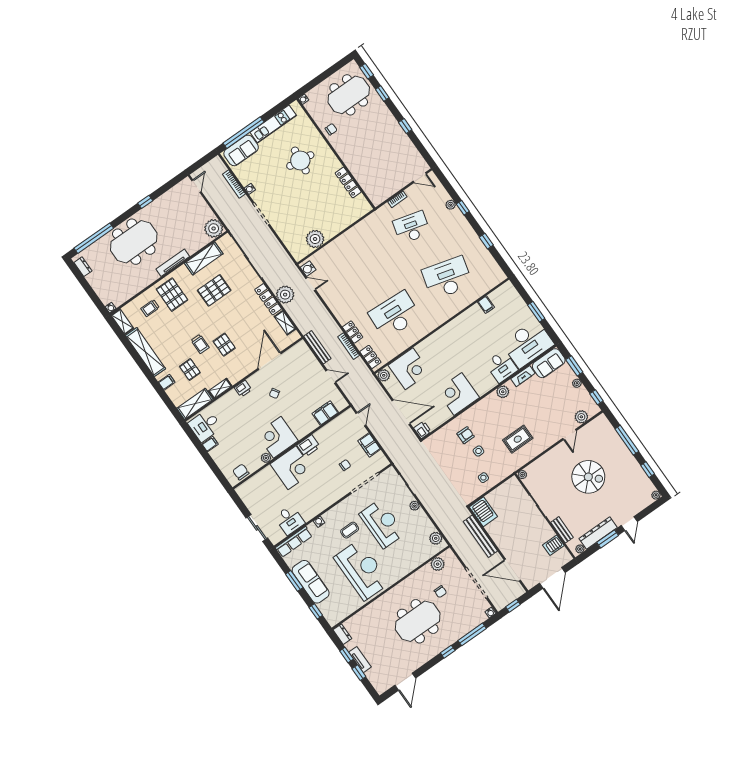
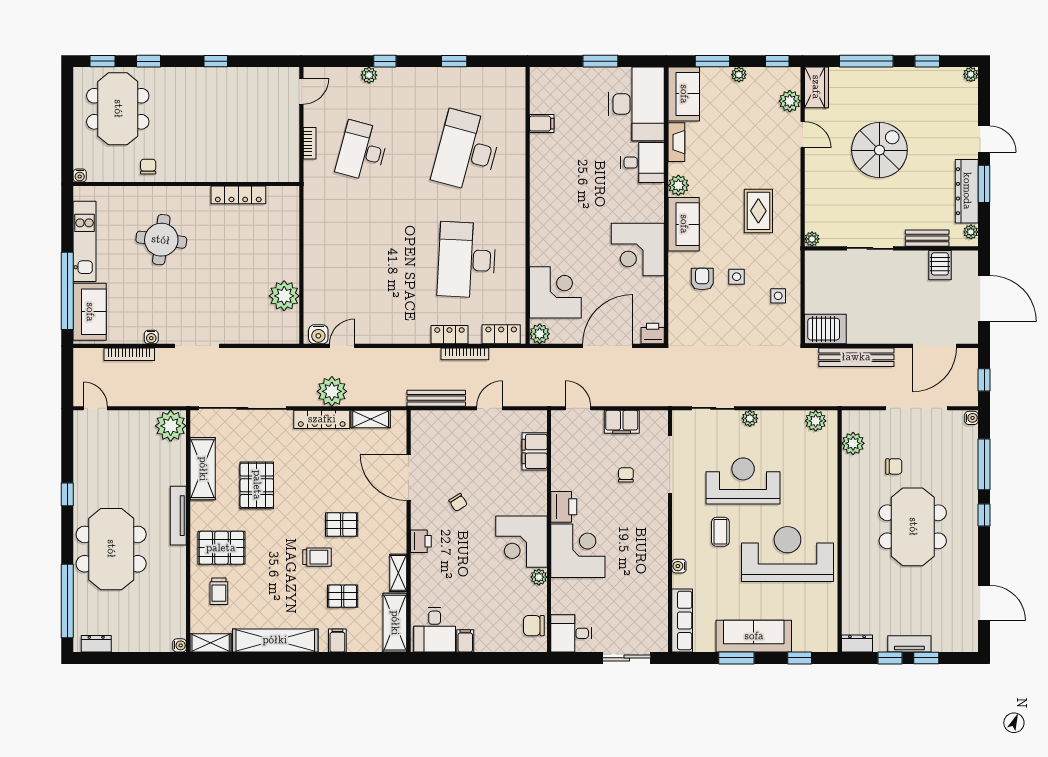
sofa: (486, 408) -> (684, 224), added
wardrobe: (597, 425) -> (816, 87), added
desk: (290, 520) -> (571, 633), moved, turned 180

